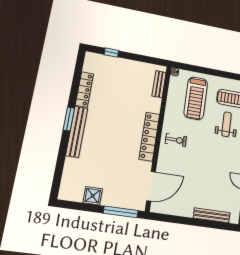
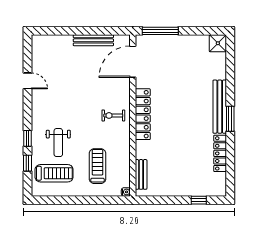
treadmill: (196, 98) -> (98, 166), width x0.73, depth x0.73
shower: (93, 196) -> (218, 43), moved
bench: (212, 215) -> (93, 40), moved

